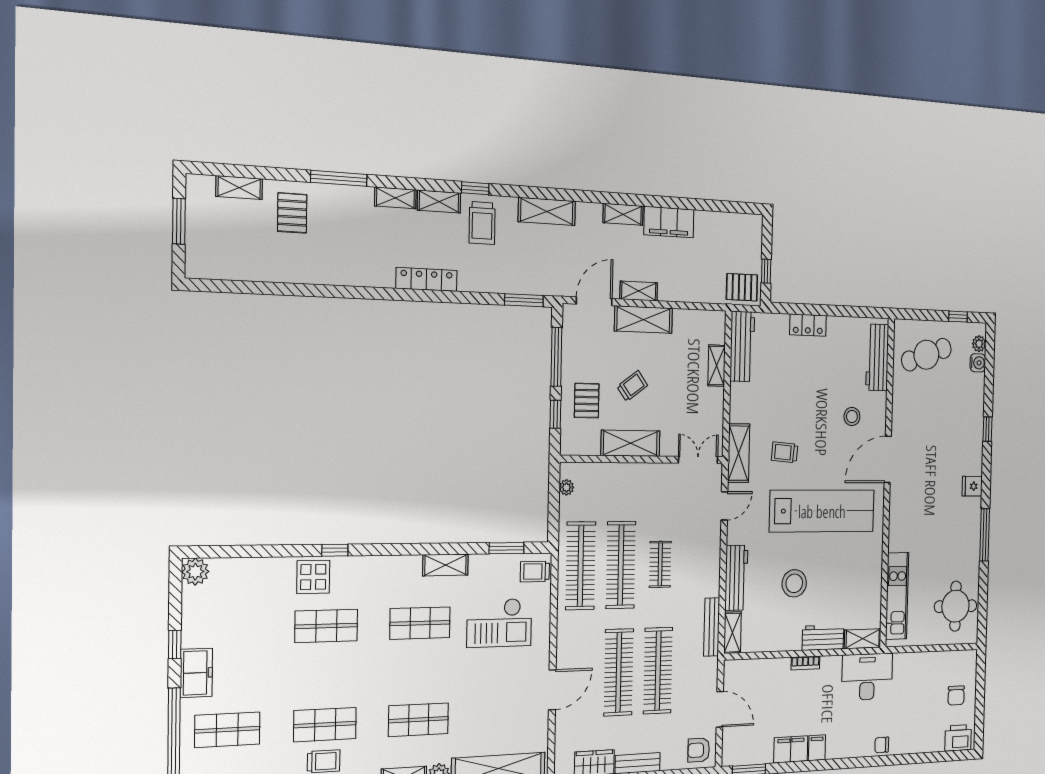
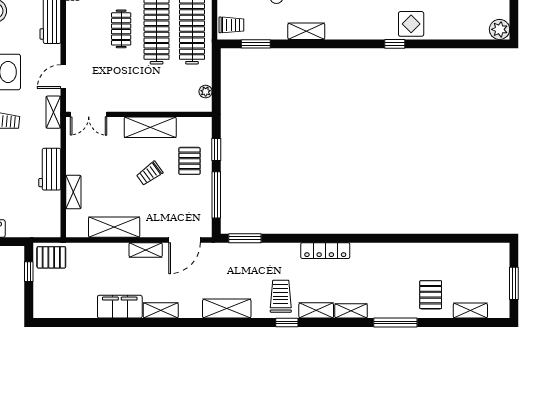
shelving: (643, 320) -> (114, 227), moved
workbench: (742, 347) -> (50, 169), moved, width x0.73
shelving: (739, 453) -> (53, 112), width x0.67, depth x0.75

